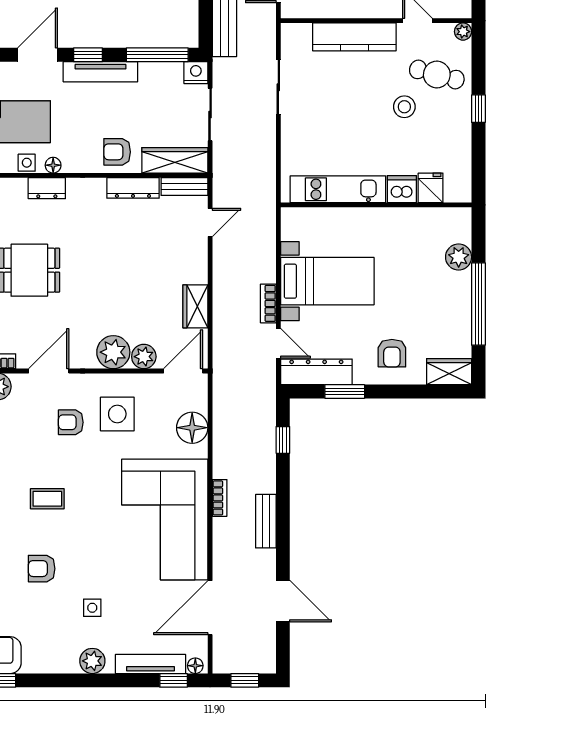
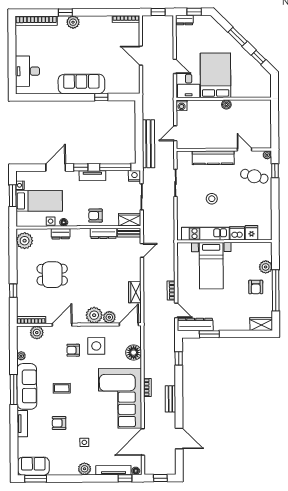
tv unit: (100, 72) -> (92, 176), width x0.71
stool: (404, 107) -> (212, 199), moved
window: (478, 109) -> (275, 171), moved
wardrobe: (175, 160) -> (130, 220), width x0.67
bed with nightstands: (327, 281) -> (211, 266), moved, turned 90
armchair: (392, 353) -> (256, 287), moved

